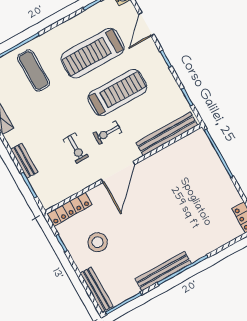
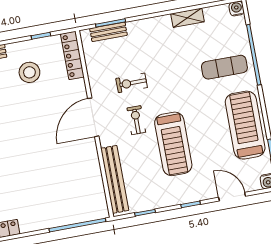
treadmill: (93, 53) -> (245, 125), moved
bench: (24, 161) -> (109, 32), moved
door: (118, 172) -> (93, 117), hinge flipped

